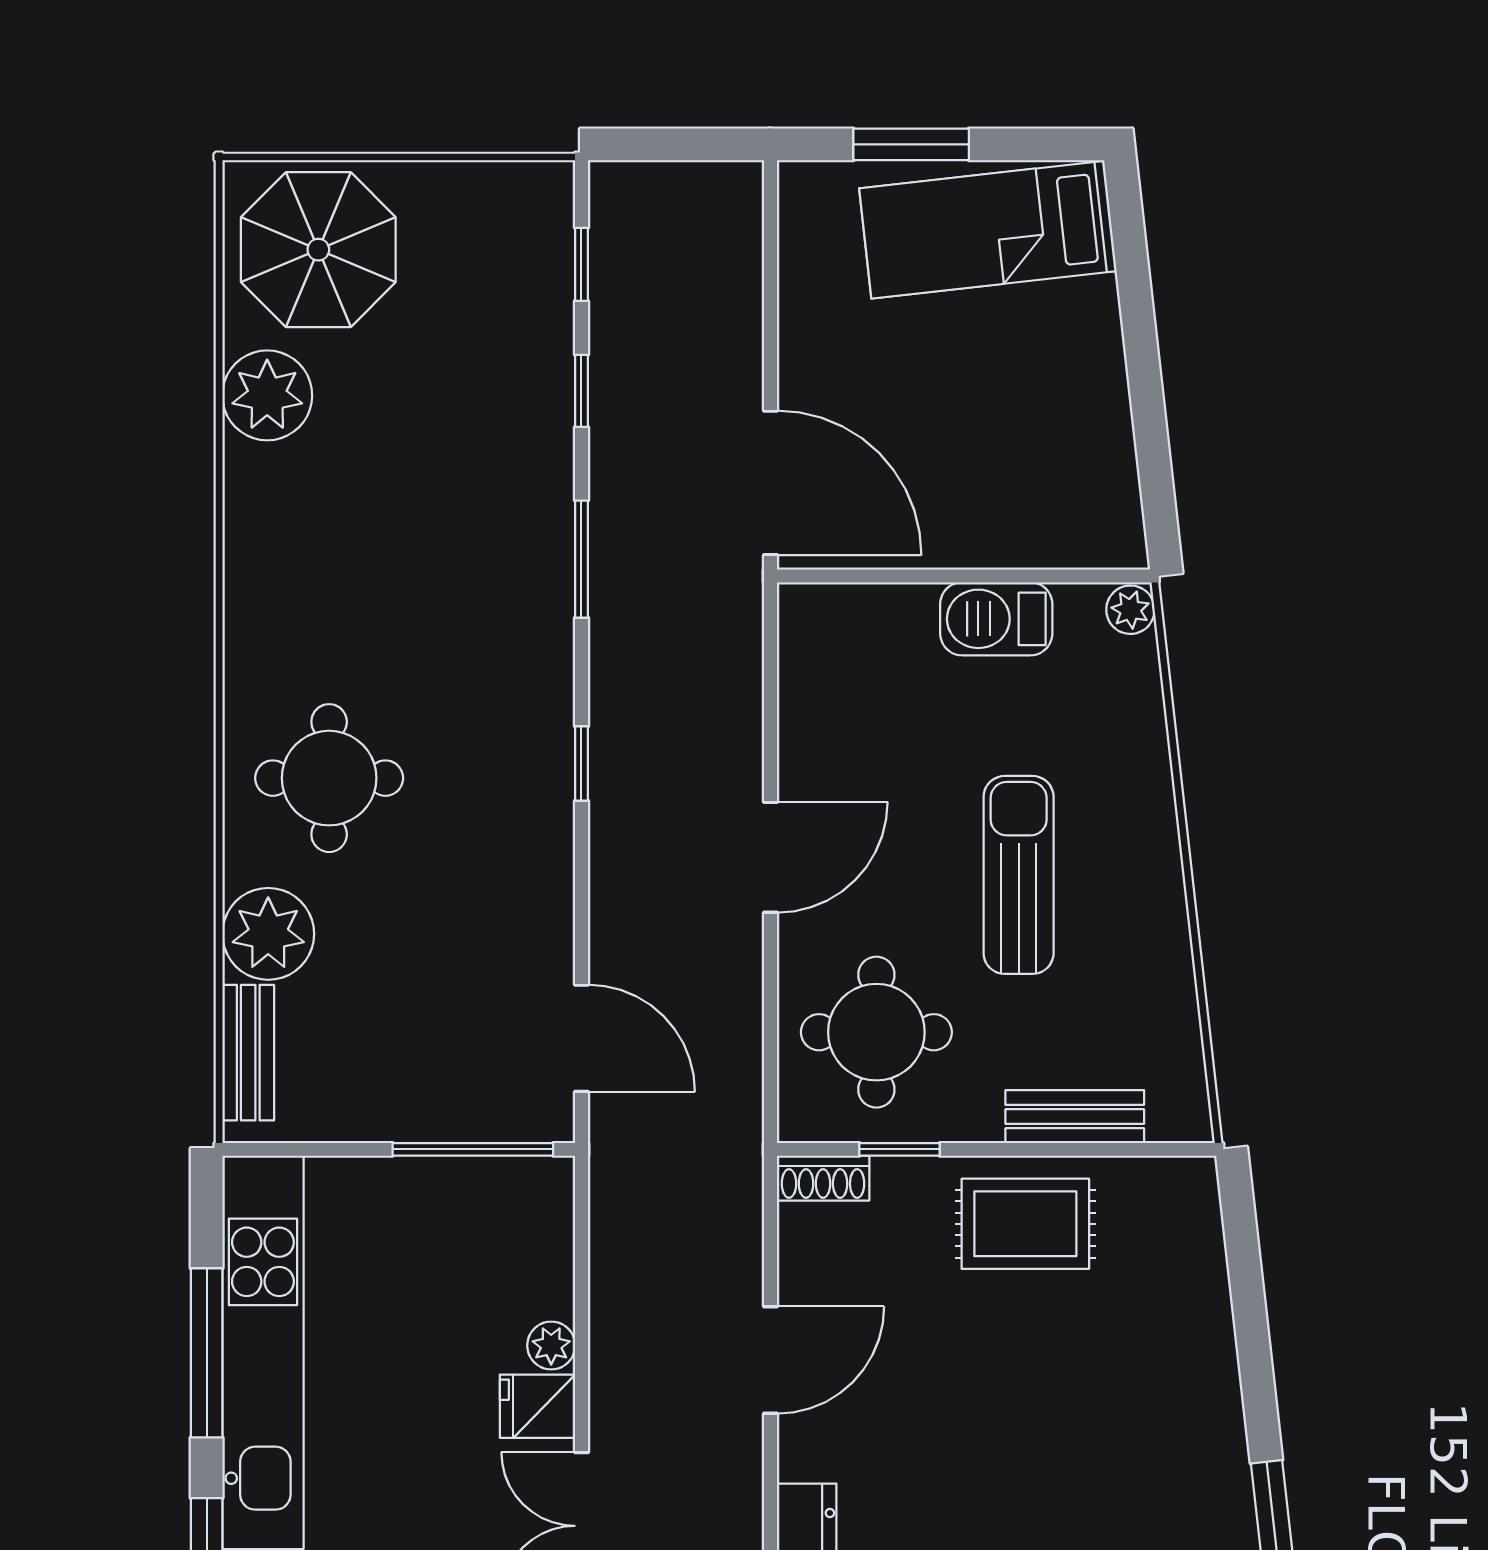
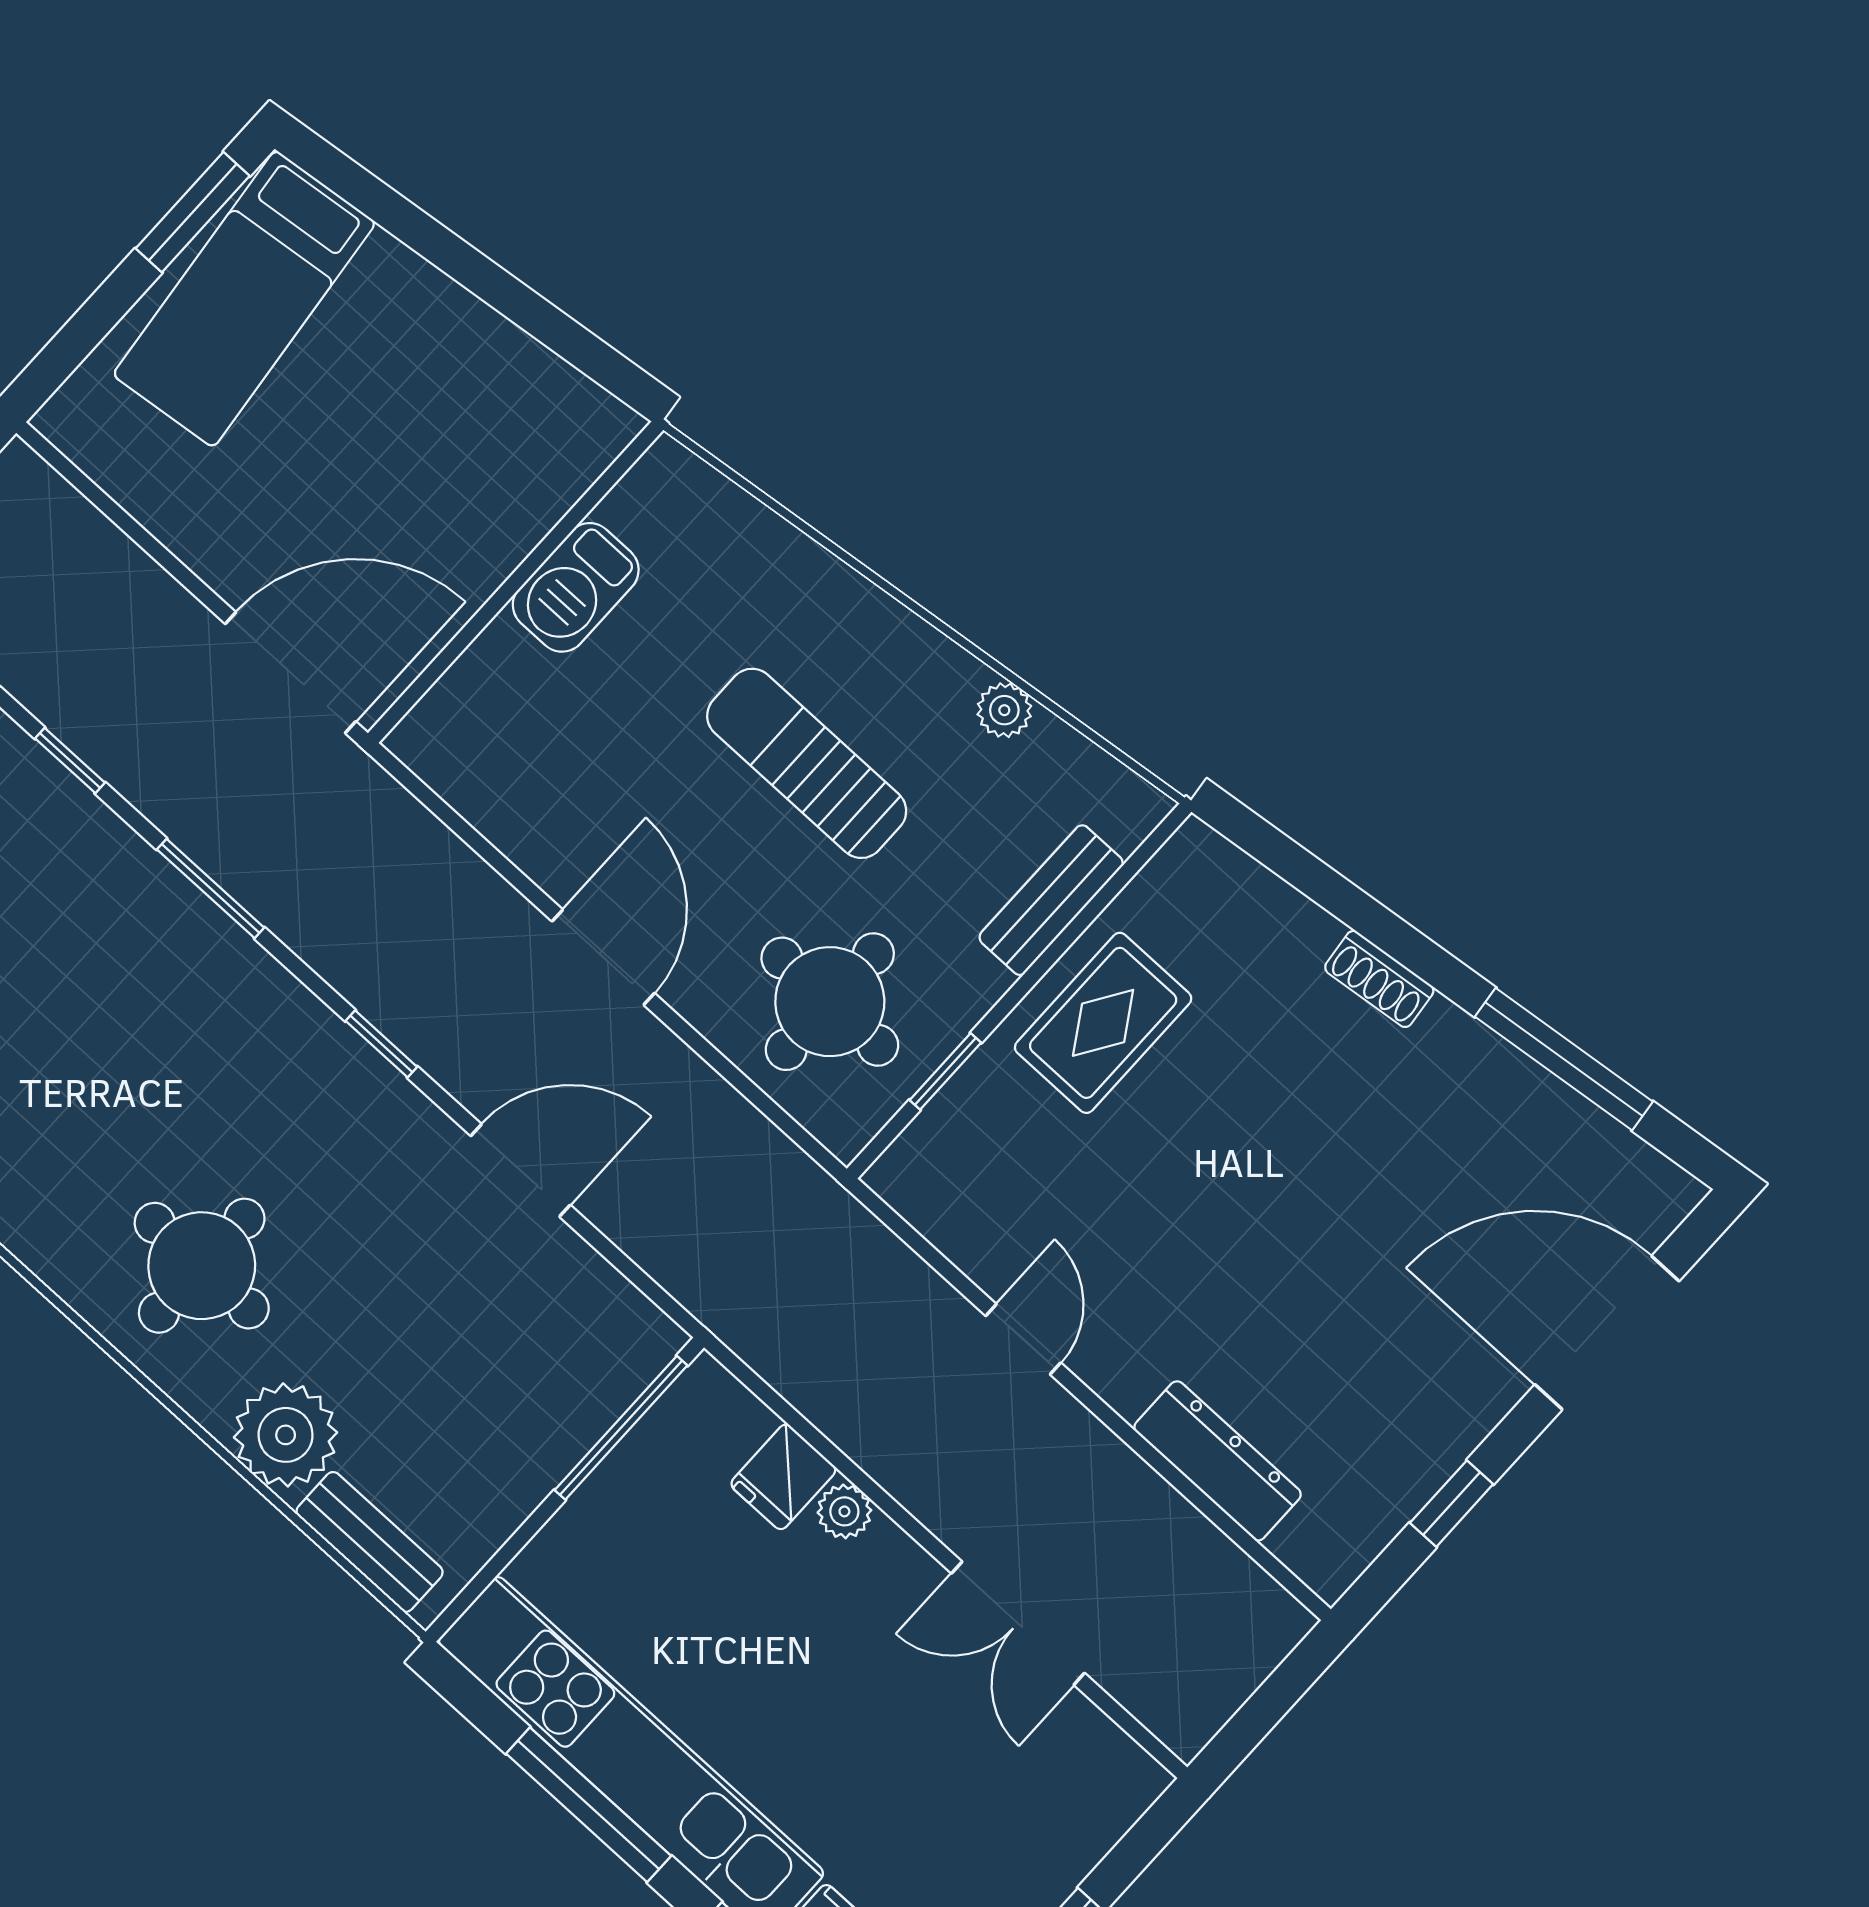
window: (911, 144) -> (193, 212), moved
plant: (1130, 610) -> (1004, 710), moved
door: (581, 1038) -> (520, 1170), moved
shoe rack: (823, 1178) -> (1379, 979), moved, turned 84
door: (770, 1360) -> (1023, 1339), width x0.73
fridge: (537, 1406) -> (783, 1477), moved

